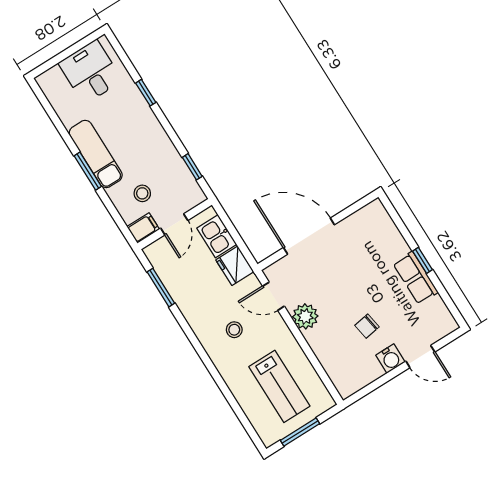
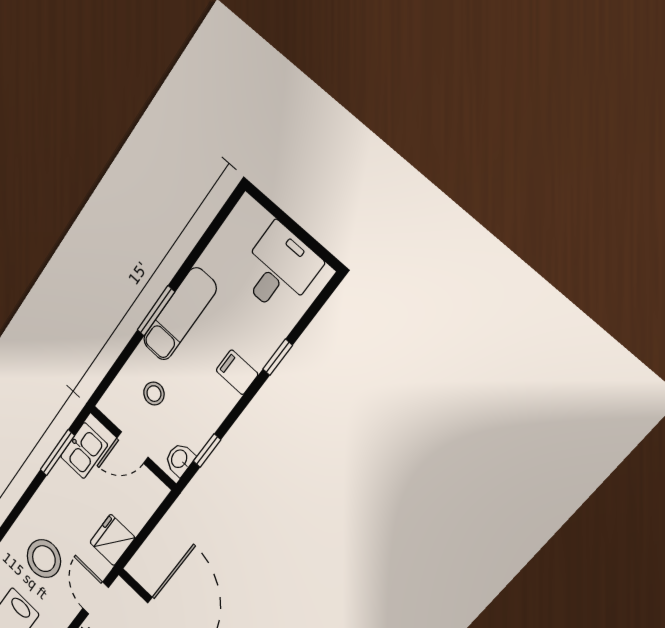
washbasin: (192, 190) -> (180, 459), added
filing cabinet: (143, 228) -> (237, 372), moved, turned 180
kitchen sink: (217, 236) -> (84, 451), moved, turned 180
stool: (234, 330) -> (44, 559), width x1.89, depth x1.89

